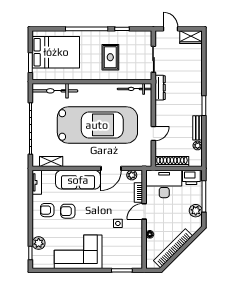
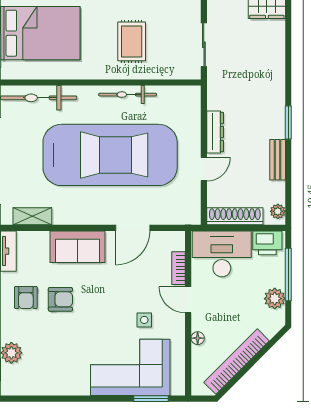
dresser: (160, 88) -> (215, 132), moved
bicycle: (135, 89) -> (128, 95), moved
plant: (198, 145) -> (278, 211), moved
plant: (132, 175) -> (168, 239), removed
sofa: (78, 180) -> (77, 247), width x0.73
armchair: (47, 210) -> (26, 298), turned -90
armchair: (68, 211) -> (60, 299), turned 180
door: (144, 211) -> (188, 300), hinge flipped
corner sofa: (78, 252) -> (130, 367), moved

